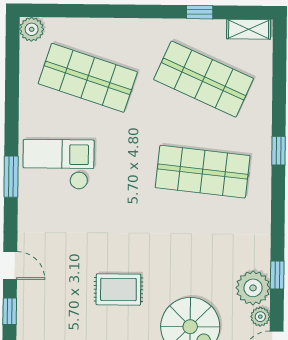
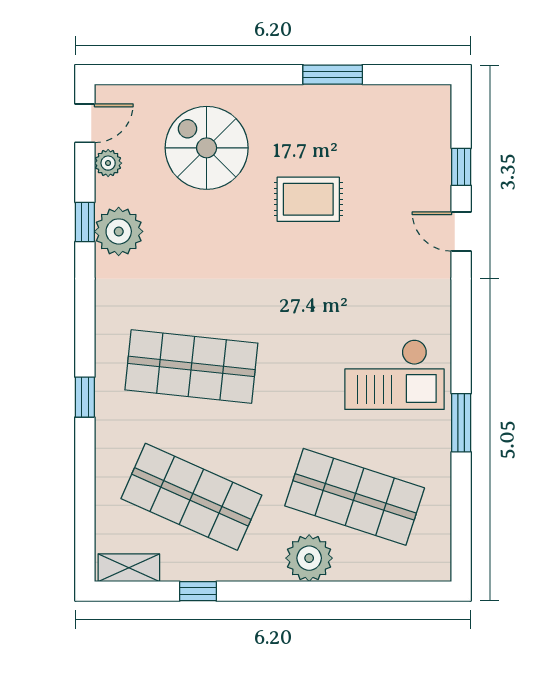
plant: (32, 29) -> (309, 558), moved, width x1.36, depth x1.36
window: (11, 177) -> (461, 423), moved
plant: (253, 288) -> (119, 231), moved

